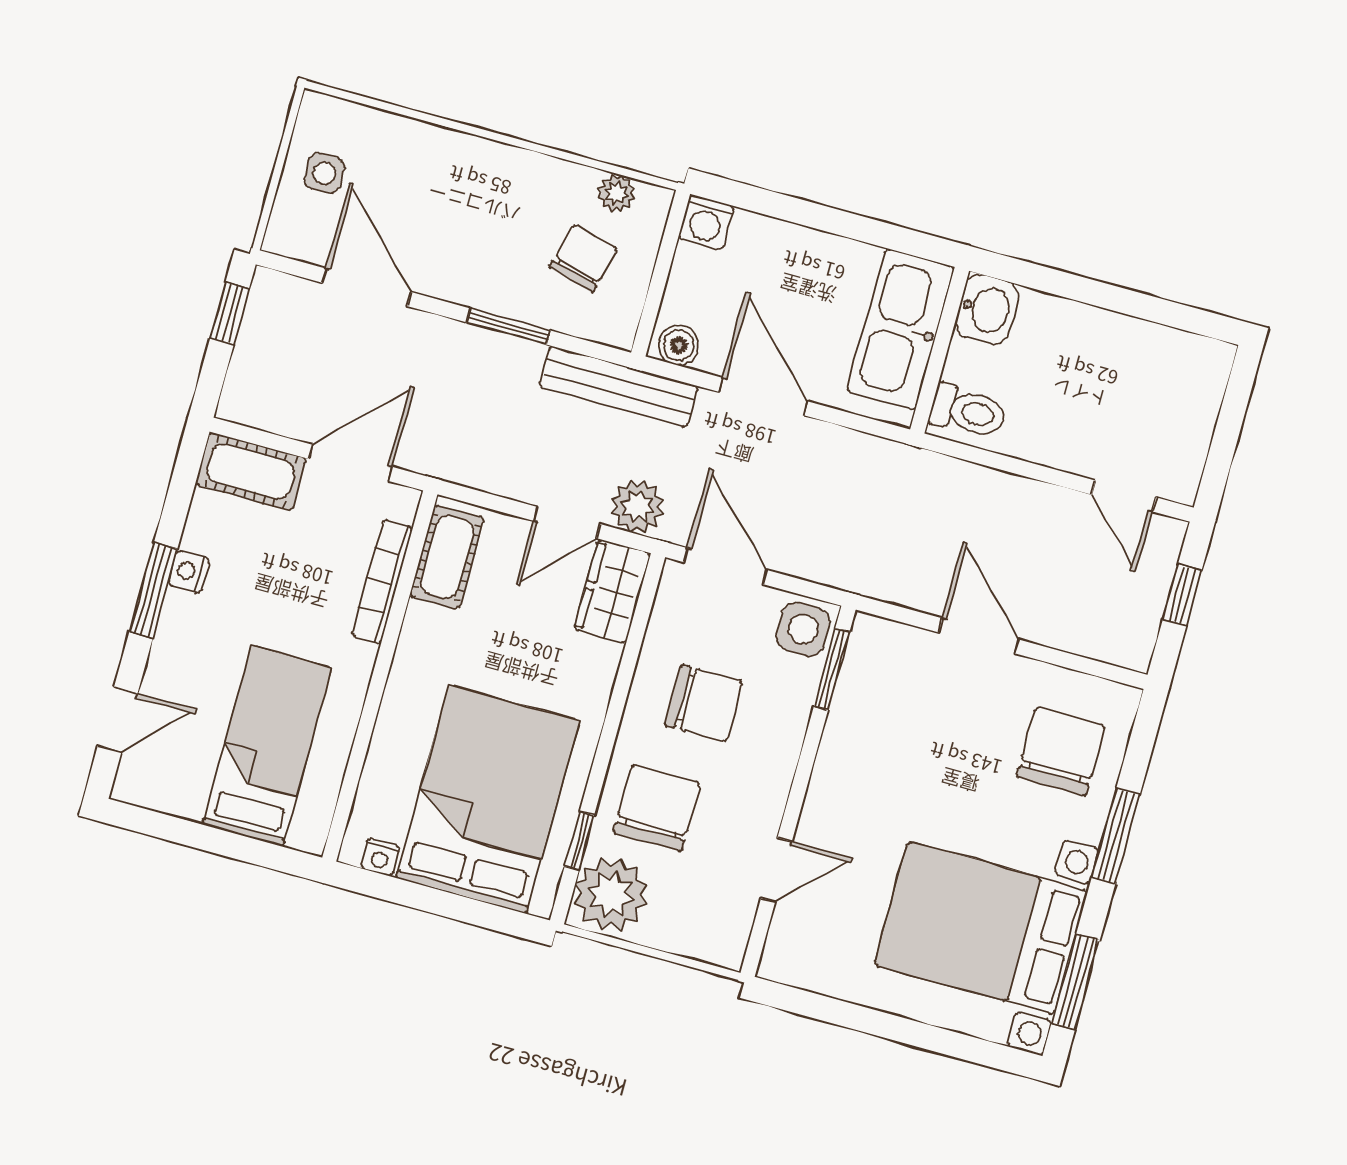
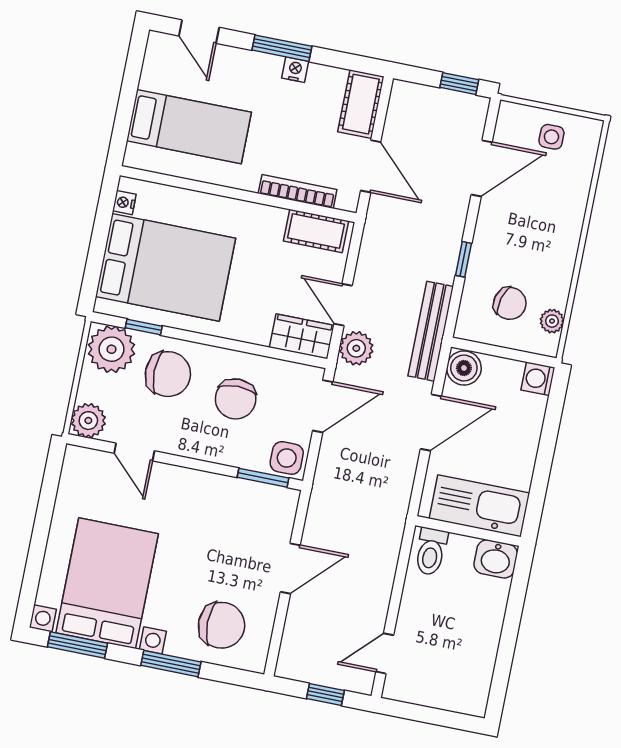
window: (508, 326) -> (464, 259), width x0.67
boiler: (679, 345) -> (464, 368), width x1.36, depth x1.36
plant: (721, 939) -> (88, 421), added

